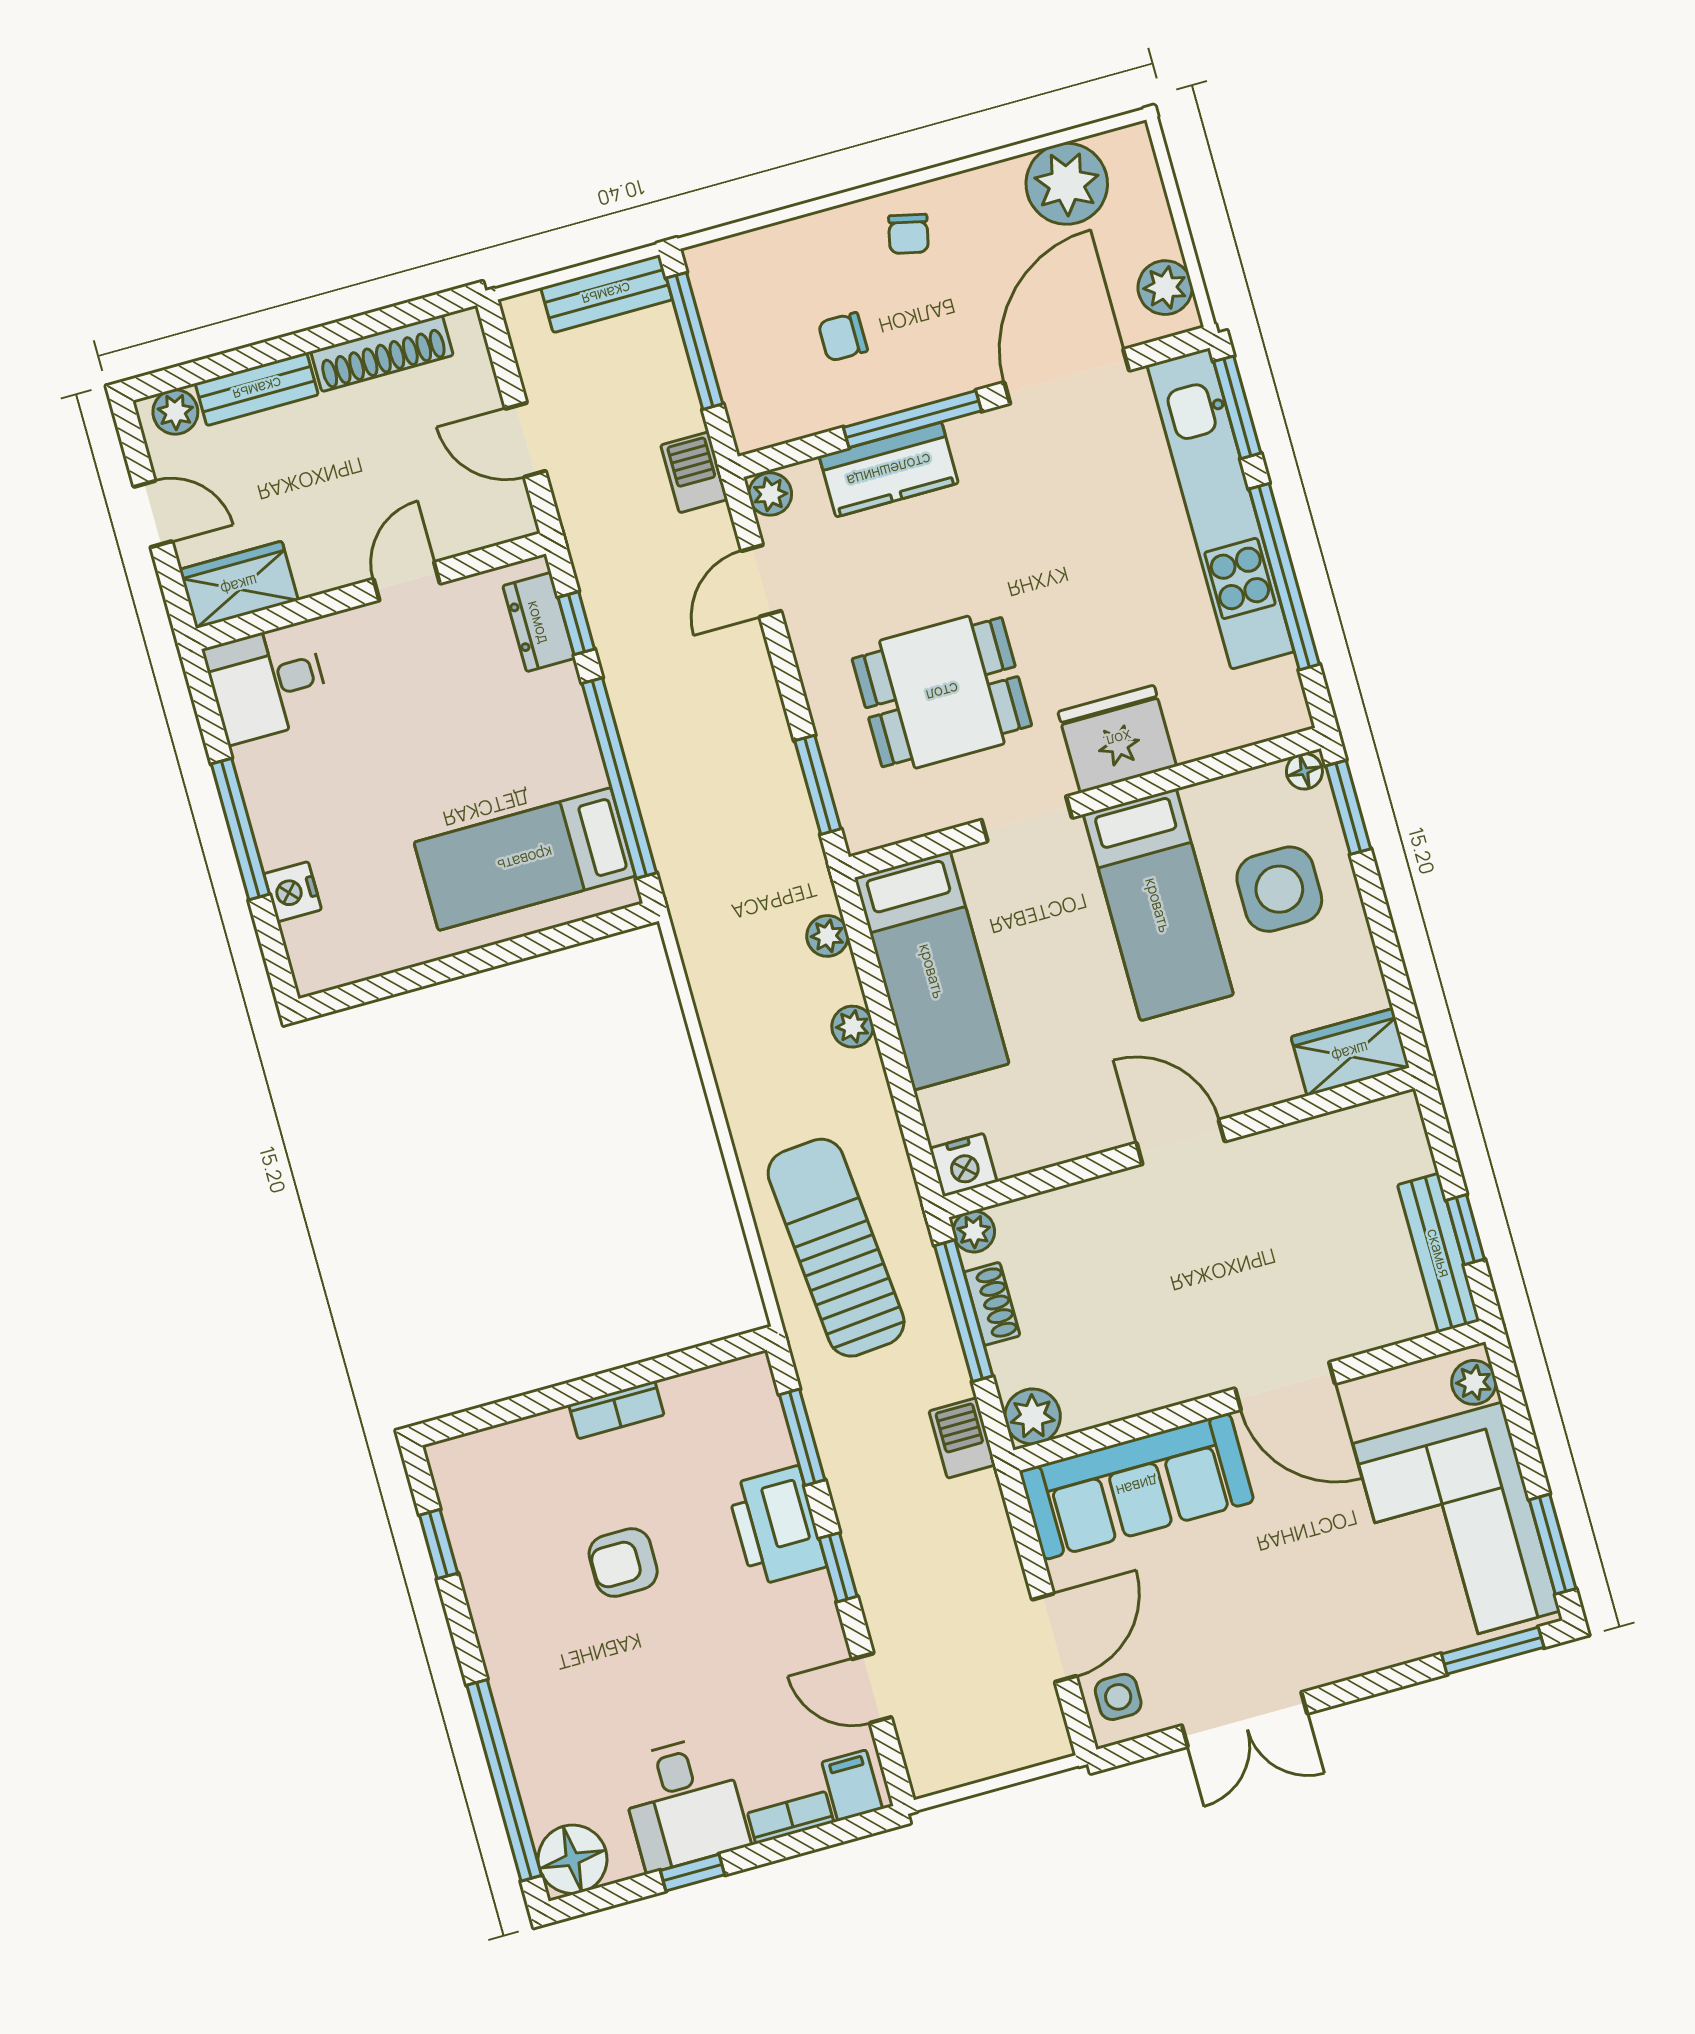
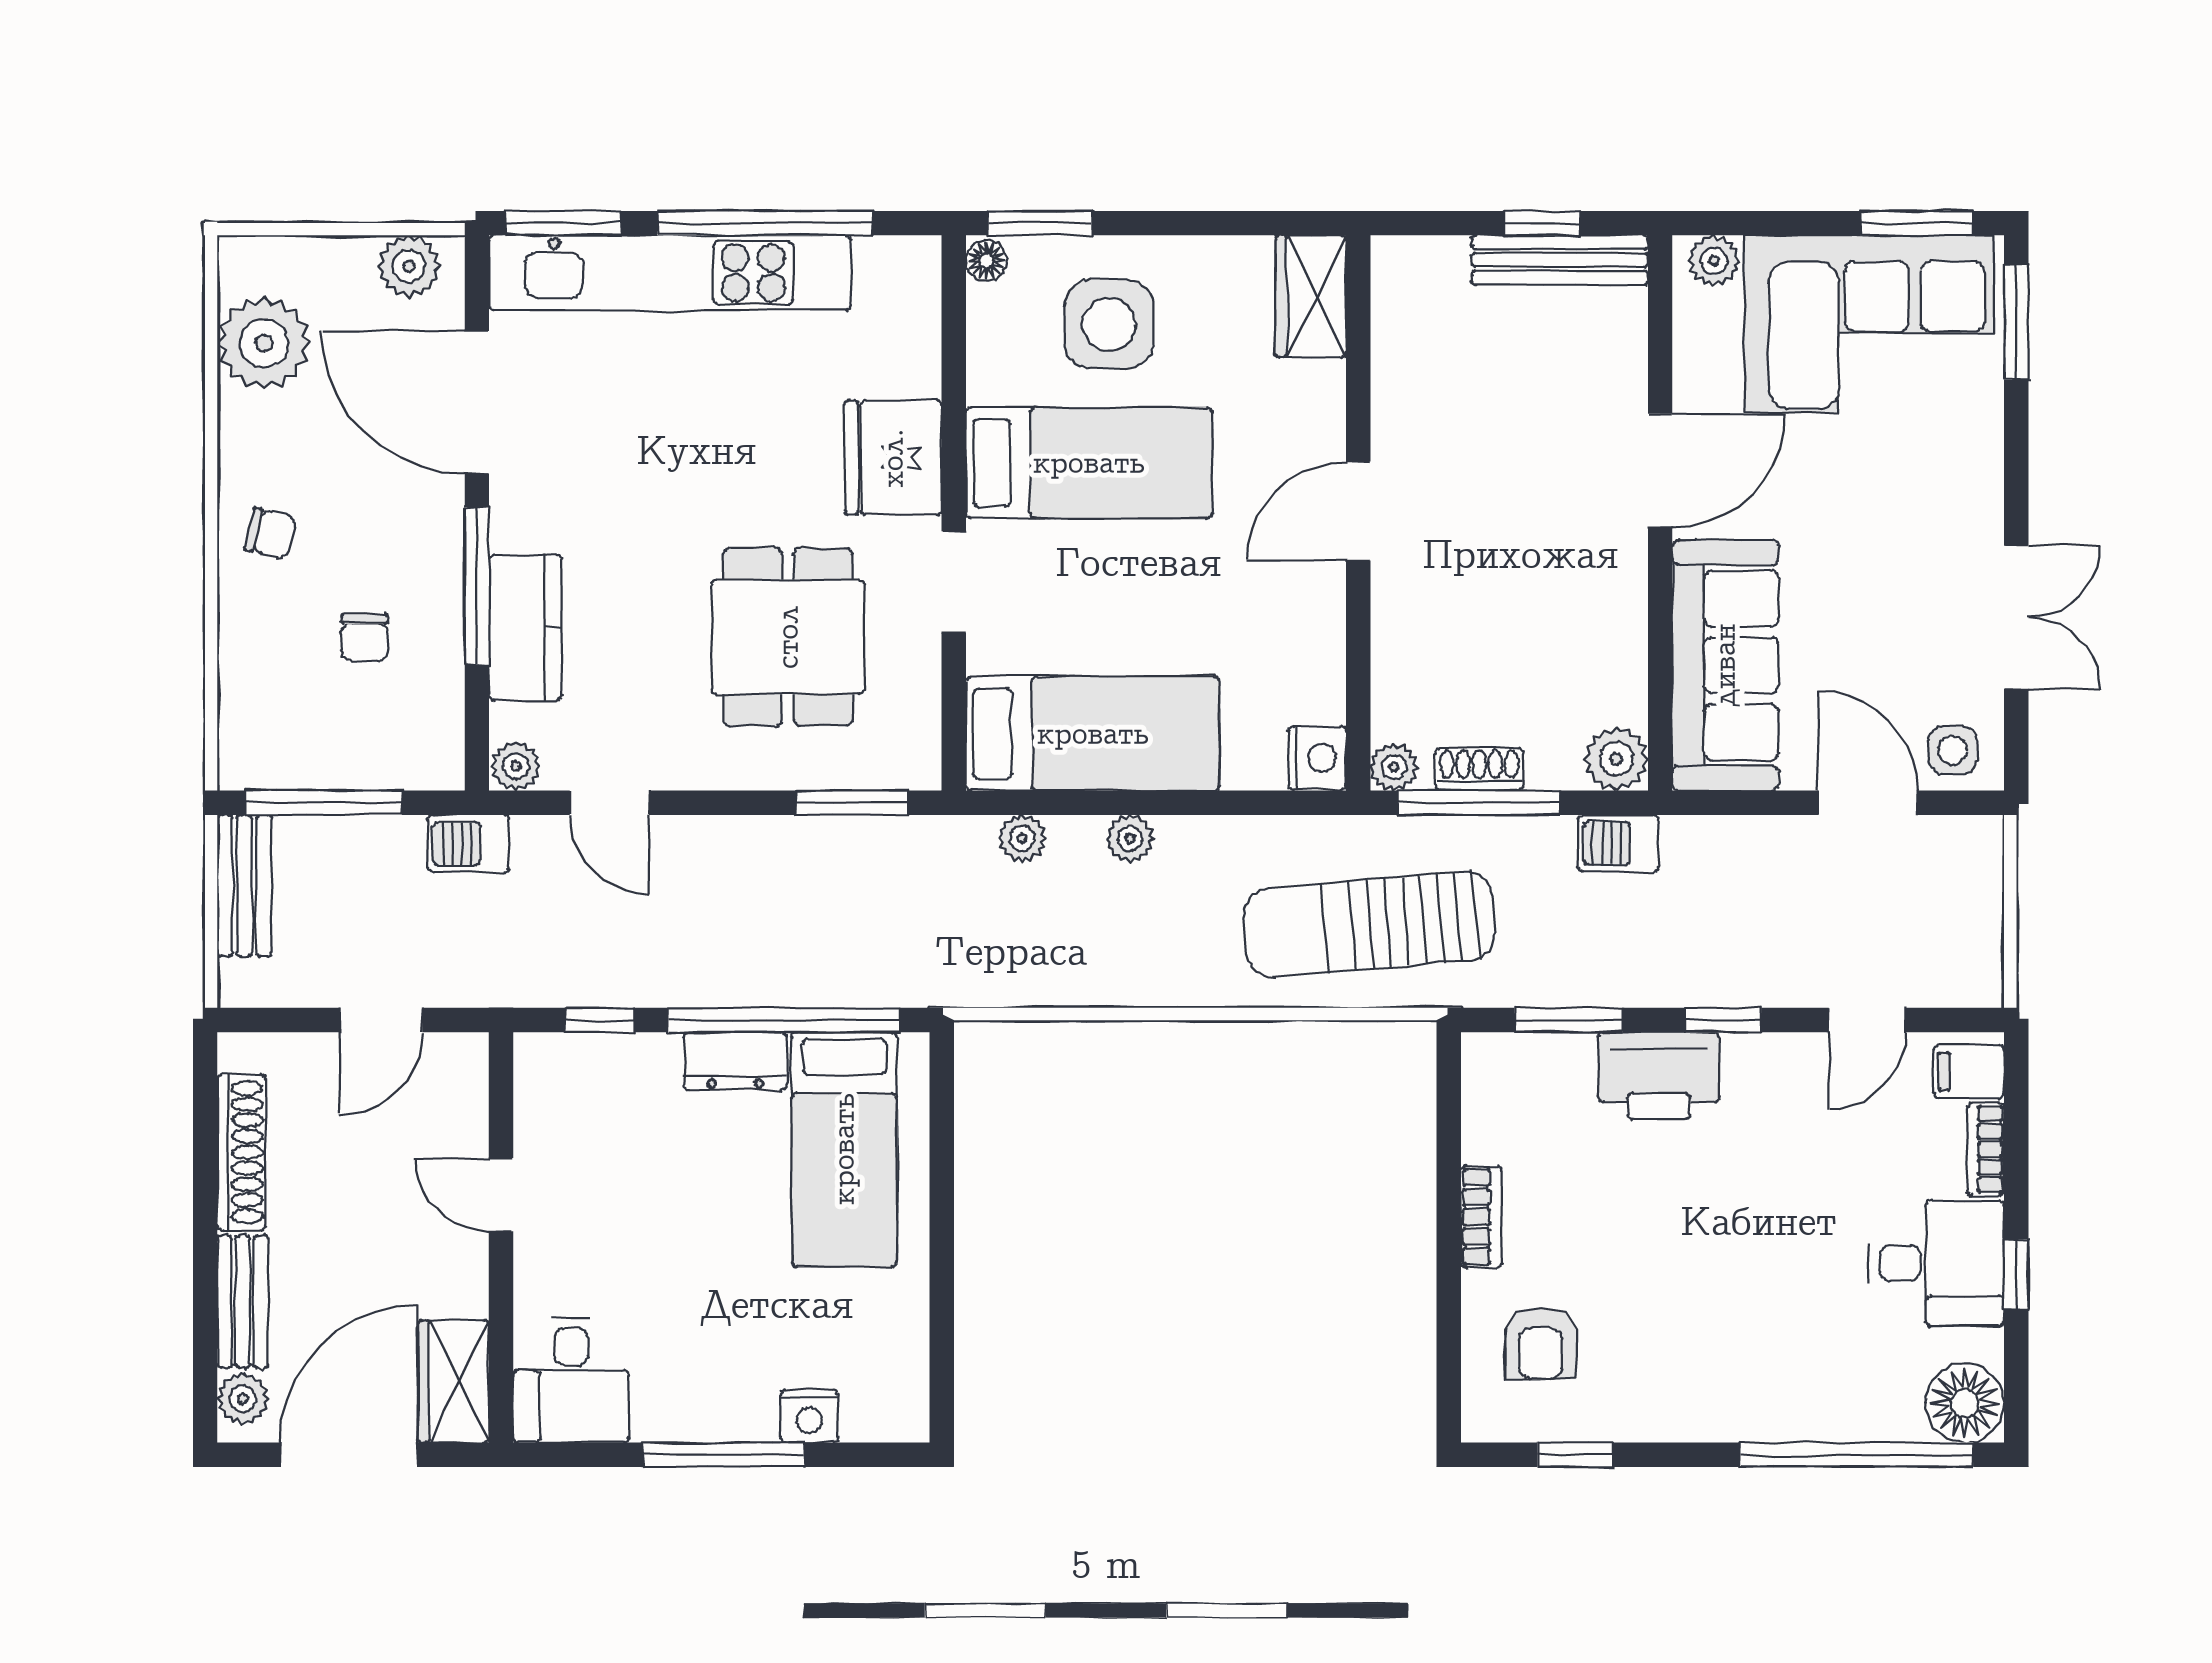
door: (153, 514) -> (349, 1455), width x1.87
dresser: (539, 622) -> (735, 1061), moved
armchair: (623, 1563) -> (1541, 1343), moved

